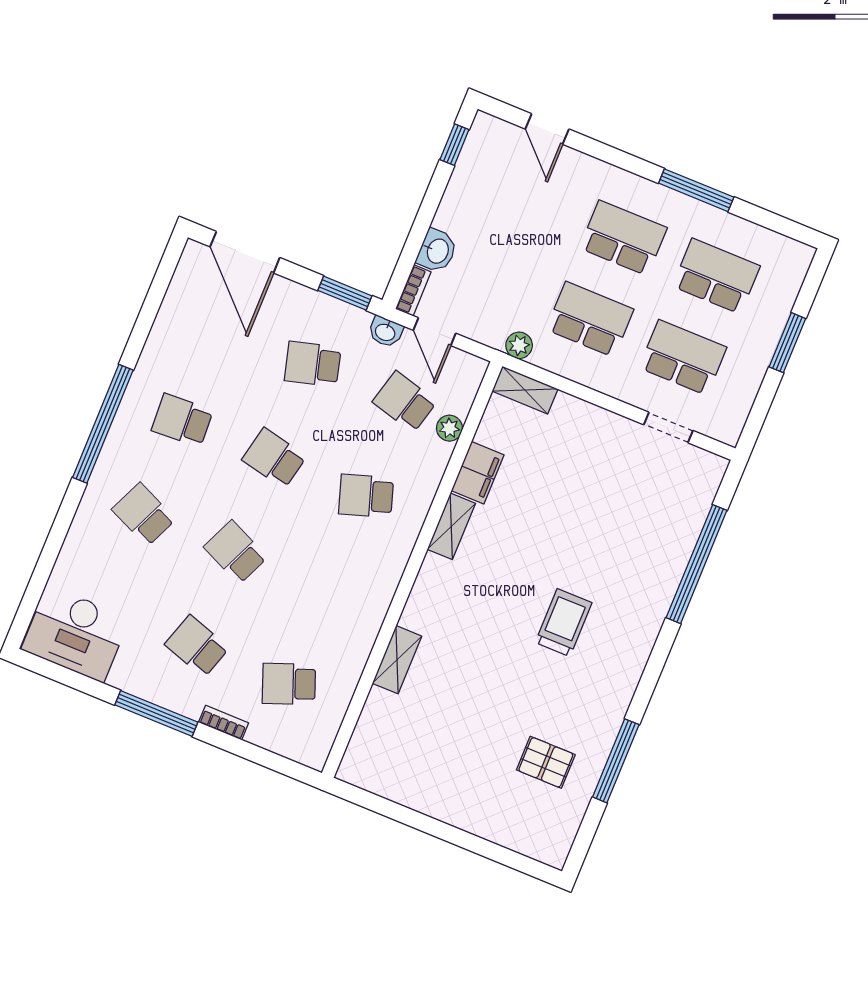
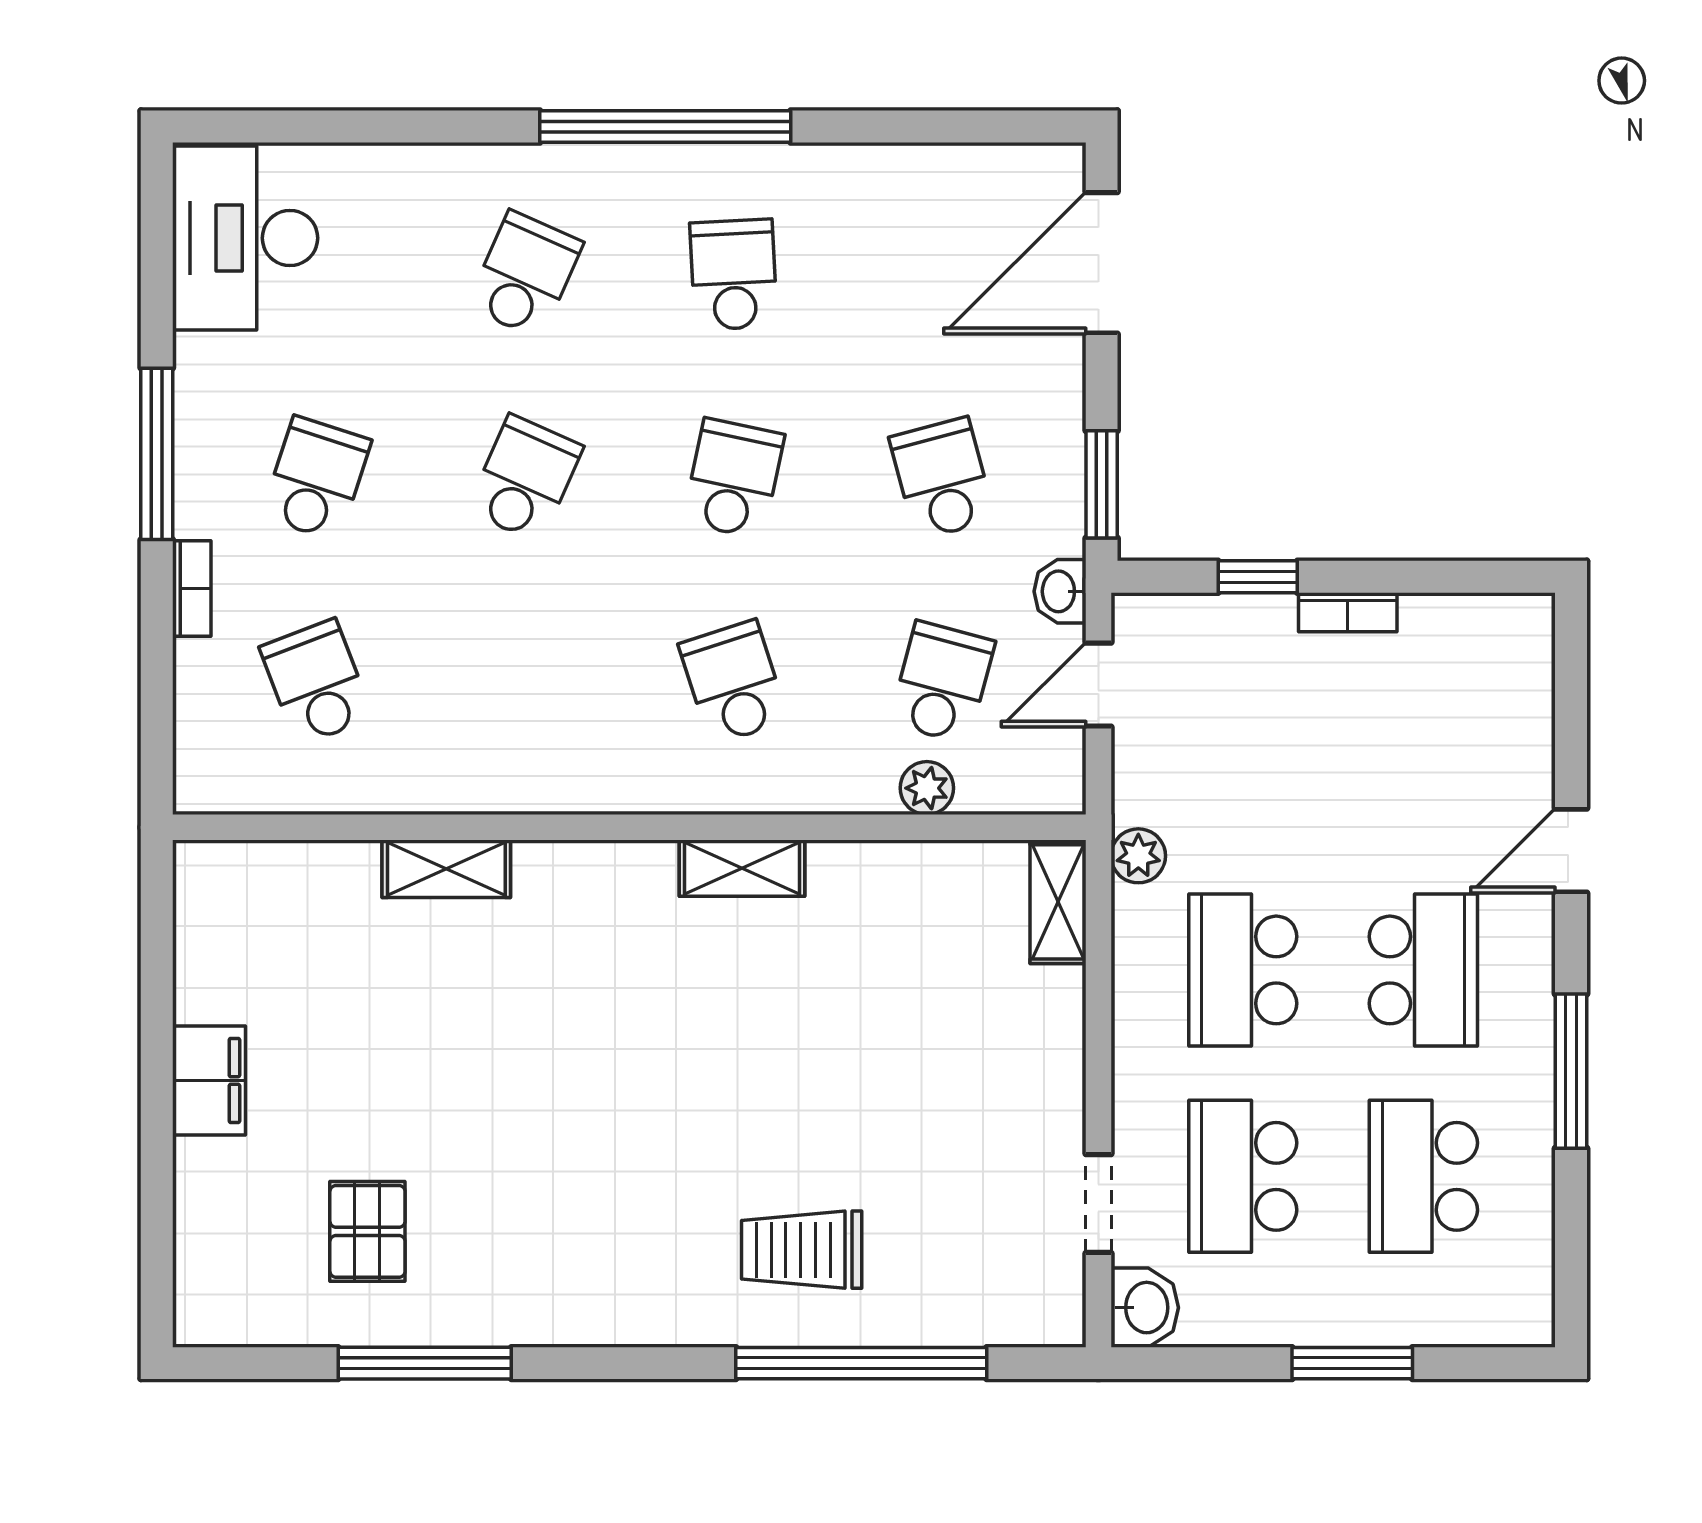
door: (547, 129) -> (1571, 851), moved
window: (454, 145) -> (1258, 577), moved
washbasin: (437, 251) -> (1145, 1308), moved, turned -90
school desk: (716, 276) -> (1423, 1176), turned 180
bookcase: (413, 290) -> (1348, 612), moved
school desk: (590, 319) -> (1243, 970), turned 180
school desk: (683, 357) -> (1243, 1176), turned 180
filing cabinet: (478, 473) -> (209, 1080), moved, turned -90
trolley: (564, 623) -> (802, 1250), moved, turned 180

